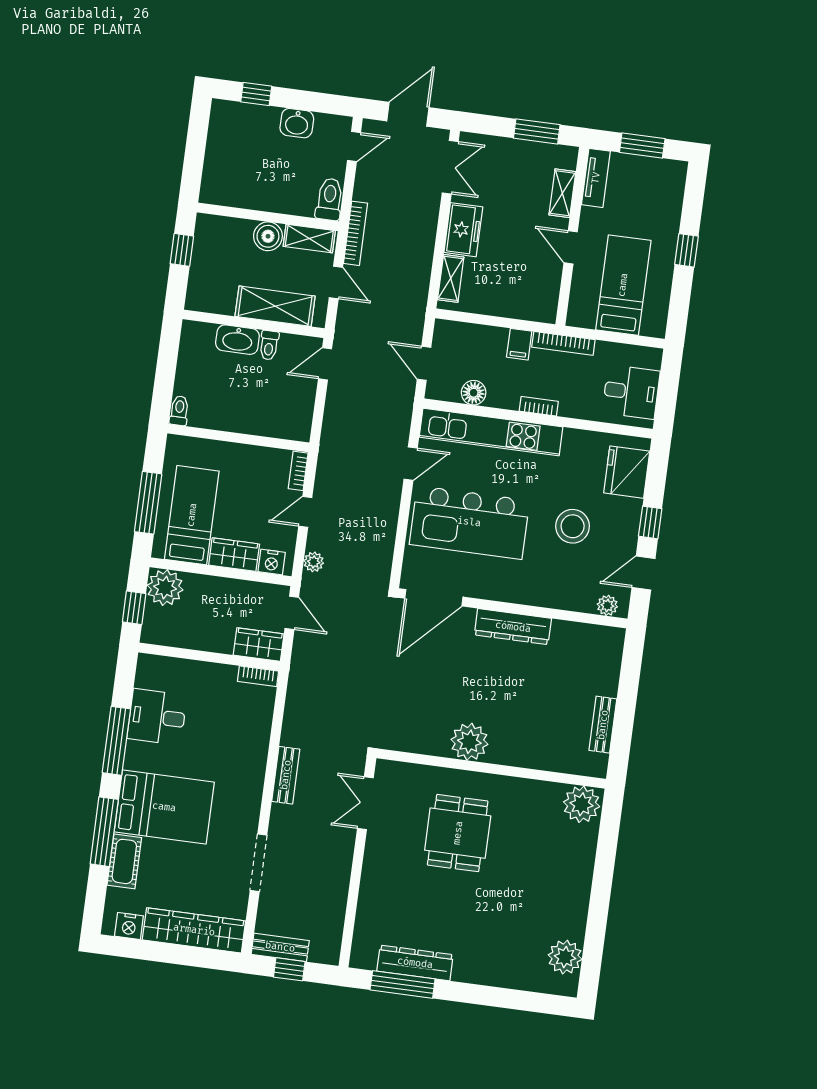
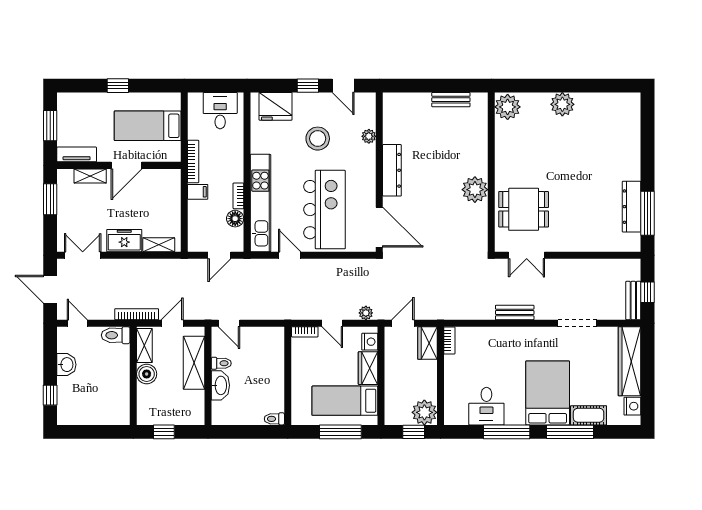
door: (571, 247) -> (126, 165), width x1.38
bookcase: (539, 406) -> (238, 196), moved
plant: (165, 588) -> (424, 412), moved
plant: (607, 605) -> (369, 136), moved
dining table: (458, 833) -> (524, 209), moved
plant: (565, 957) -> (562, 104), moved

